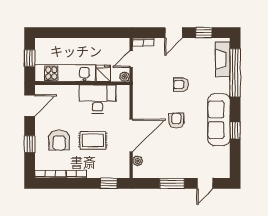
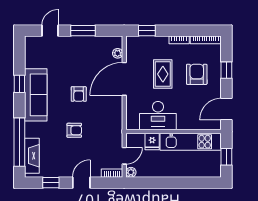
plant: (125, 77) -> (131, 172), moved
rug: (93, 140) -> (163, 74), turned 90

